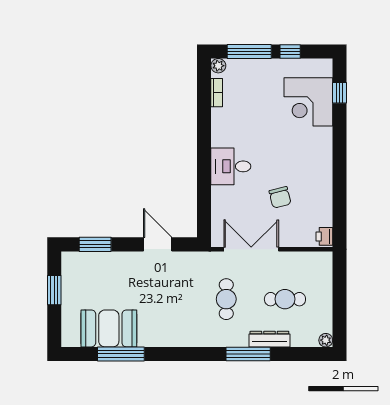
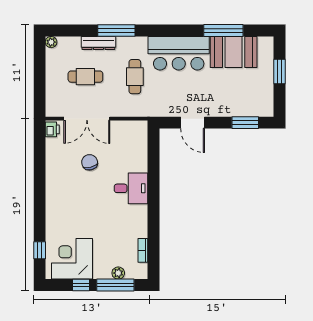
plant: (218, 66) -> (118, 273), moved
corner desk: (308, 102) -> (72, 259), moved, turned -90
double door: (251, 249) -> (87, 119), moved
window: (54, 290) -> (280, 71), moved
bar counter: (174, 327) -> (179, 53), added

